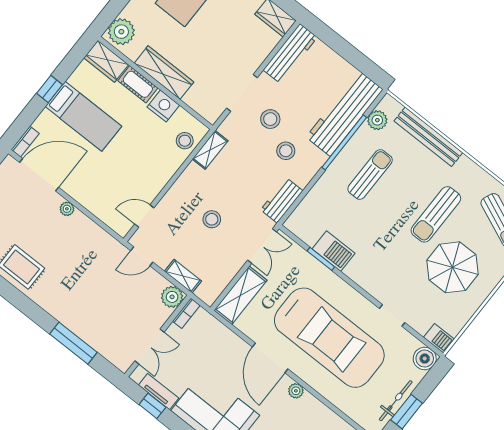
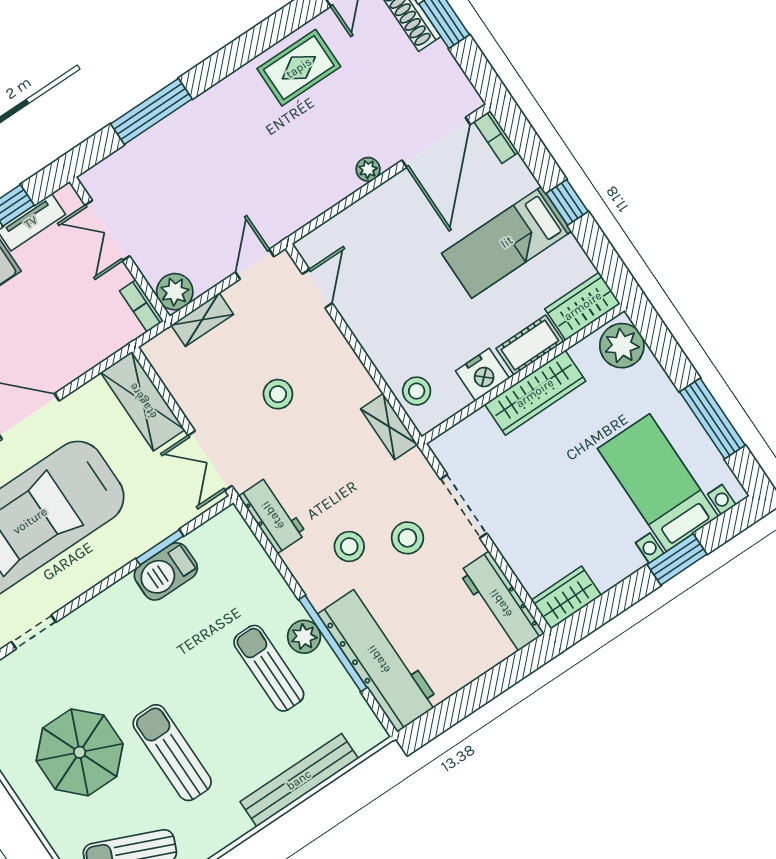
plant: (377, 120) -> (304, 637), moved
sun lounger: (370, 175) -> (269, 668), turned 180

